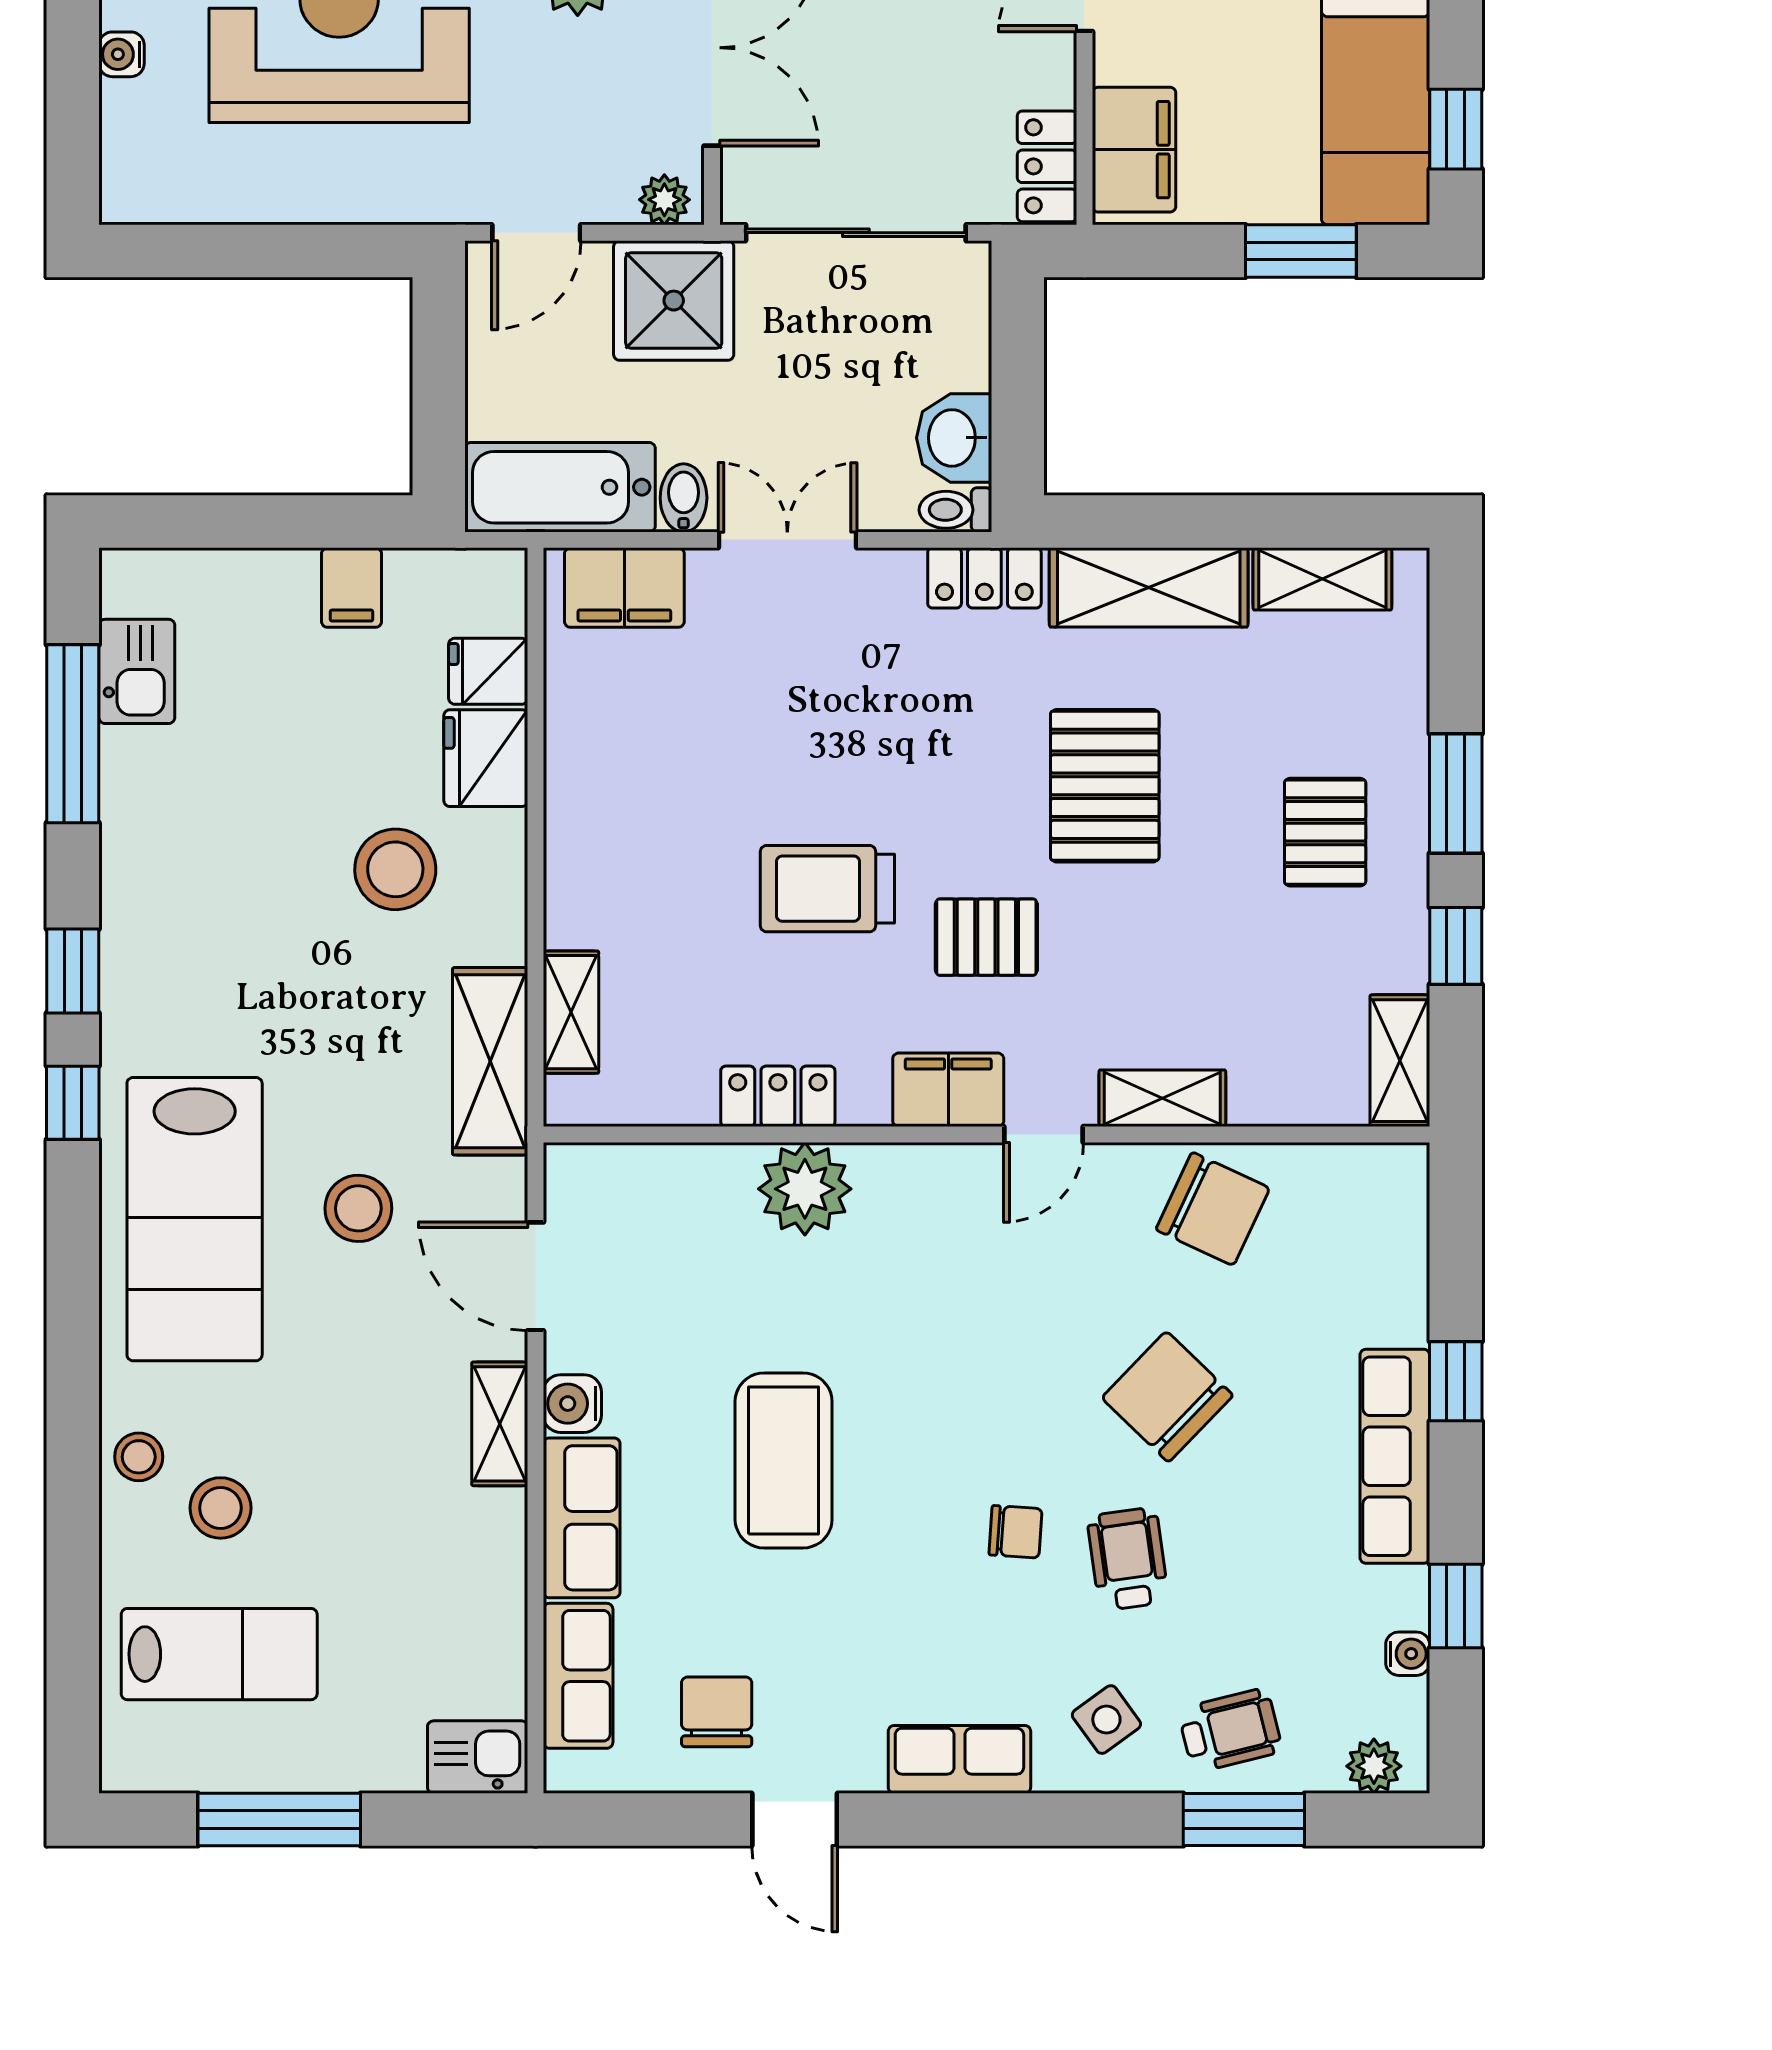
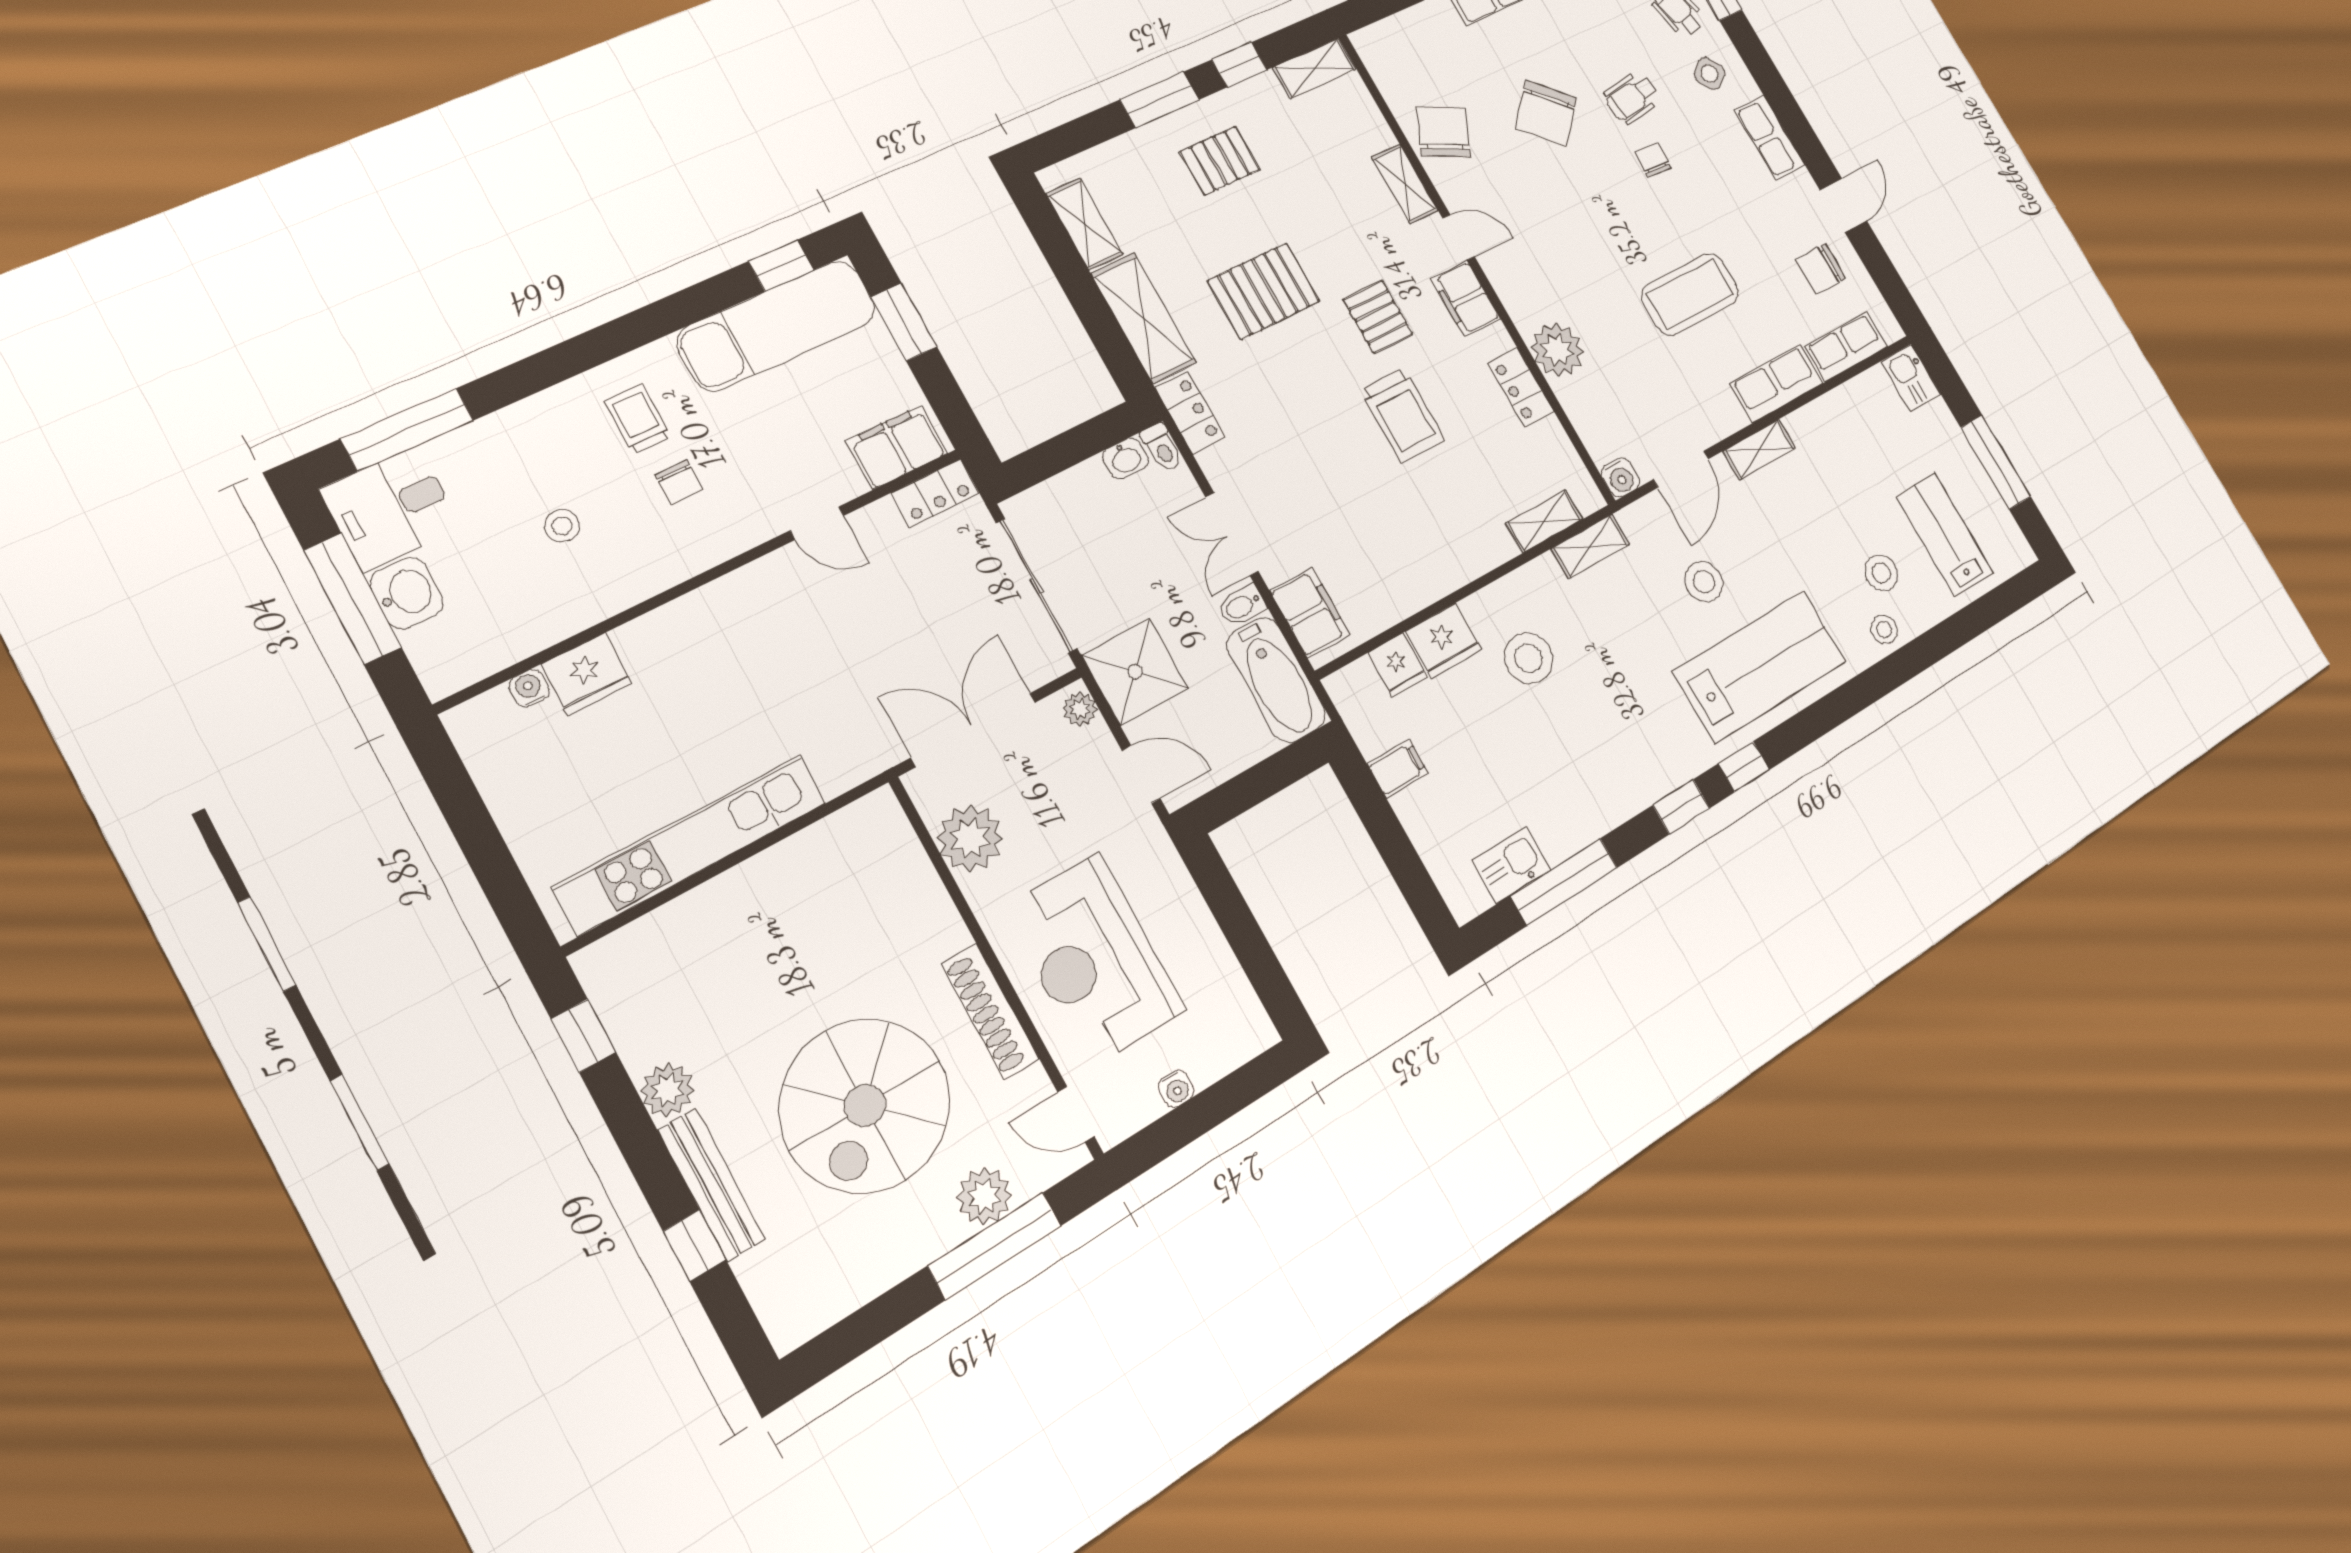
washbasin: (954, 438) -> (1125, 458), width x0.72, depth x0.69
shelving: (490, 1061) -> (1590, 546), width x0.67, depth x0.75
water cooler: (572, 1404) -> (1620, 477), moved

